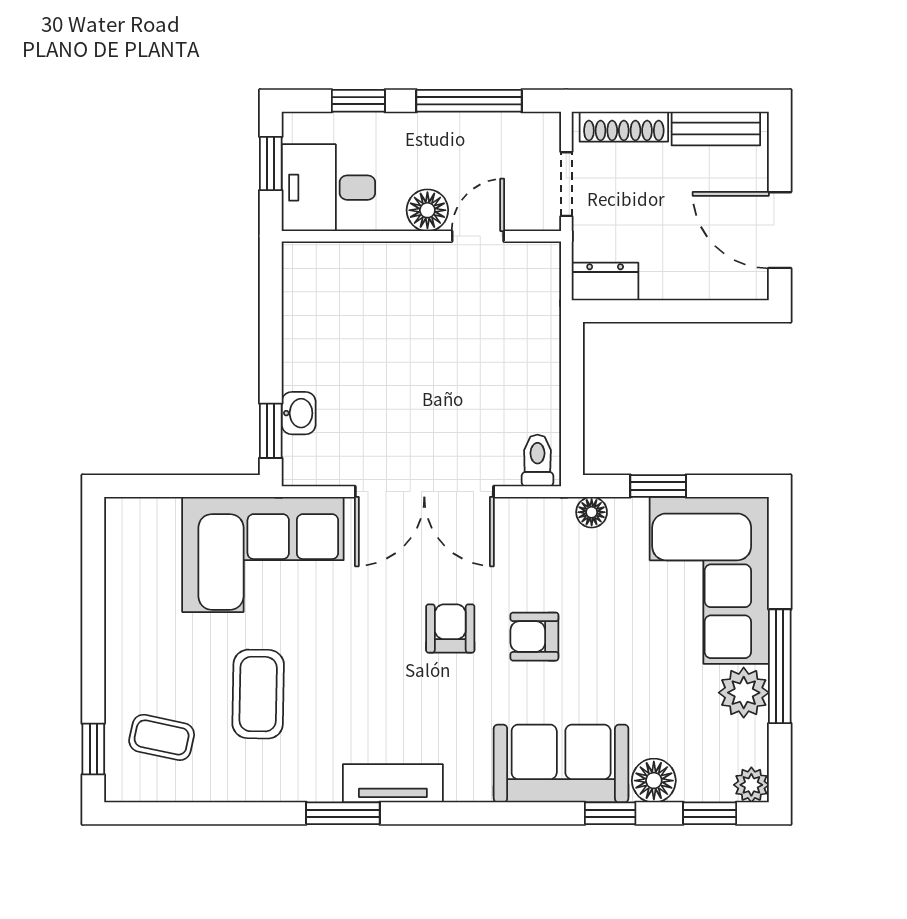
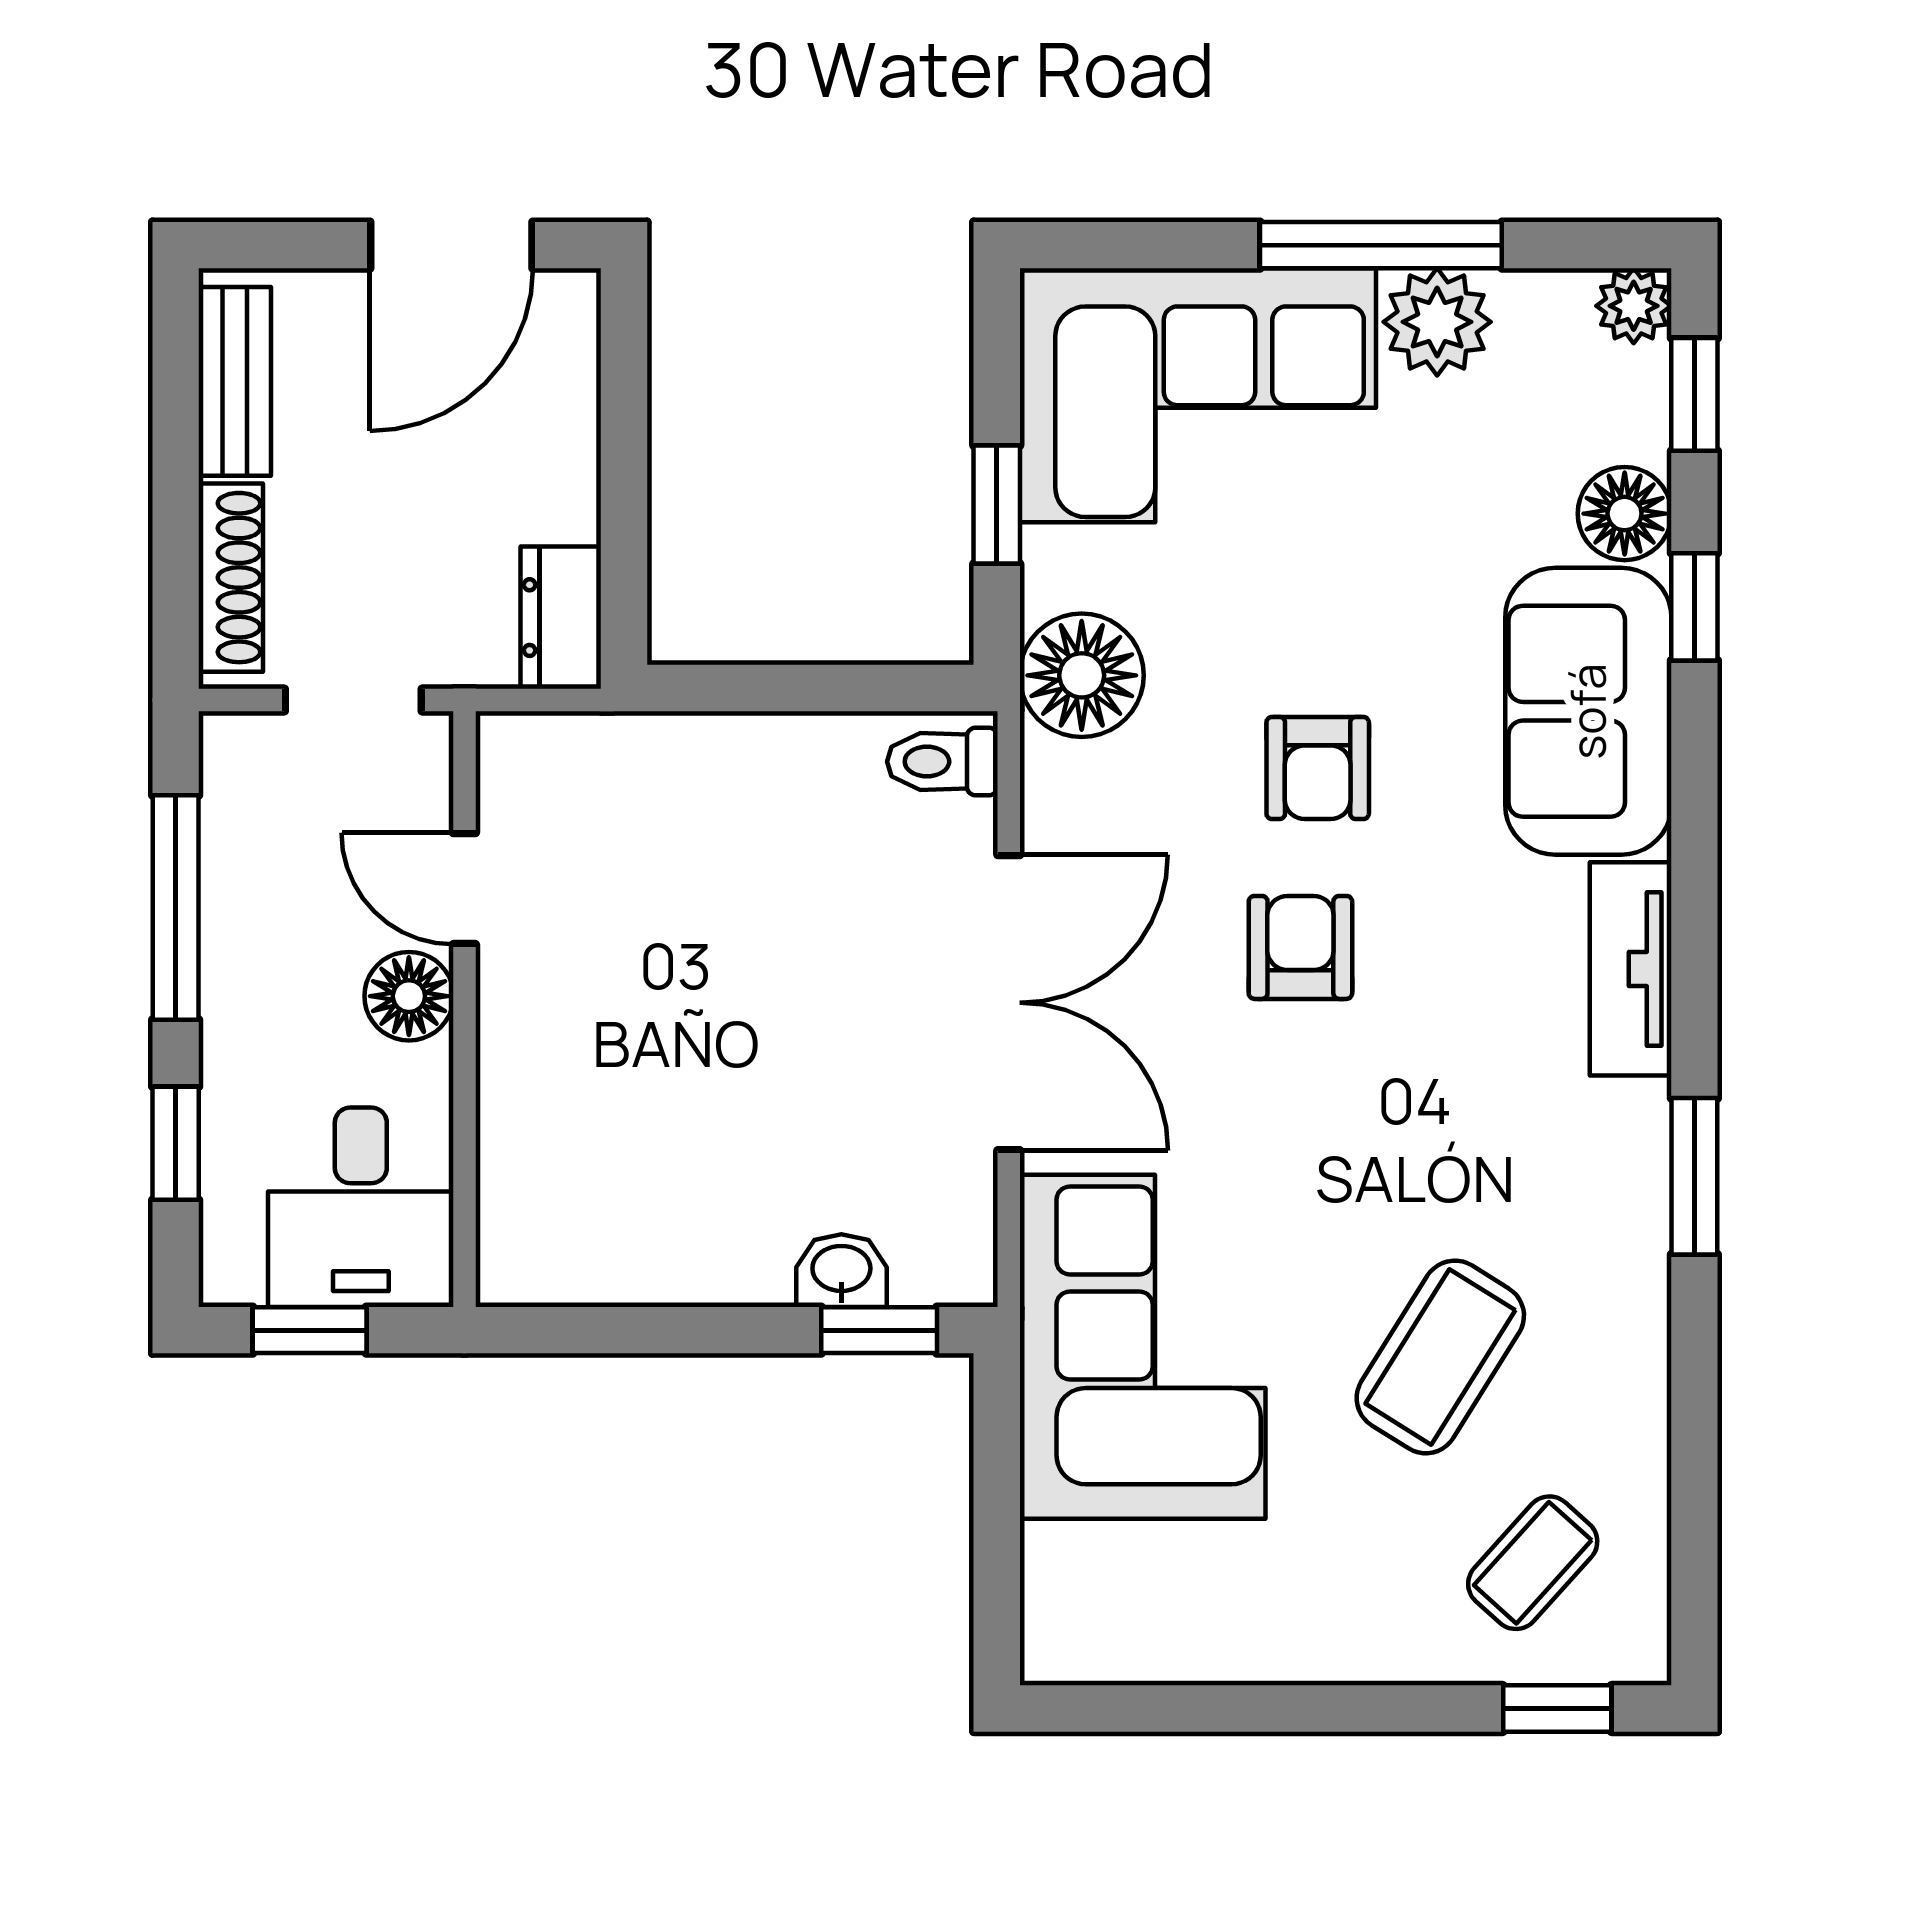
floor lamp: (592, 512) -> (1082, 675), width x1.89, depth x1.89
armchair: (450, 629) -> (1300, 947), turned 90
coffee table: (258, 694) -> (1440, 1357), turned -59
coffee table: (162, 737) -> (1533, 1563), turned 30
tv unit: (393, 783) -> (1631, 969), moved

